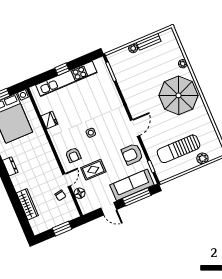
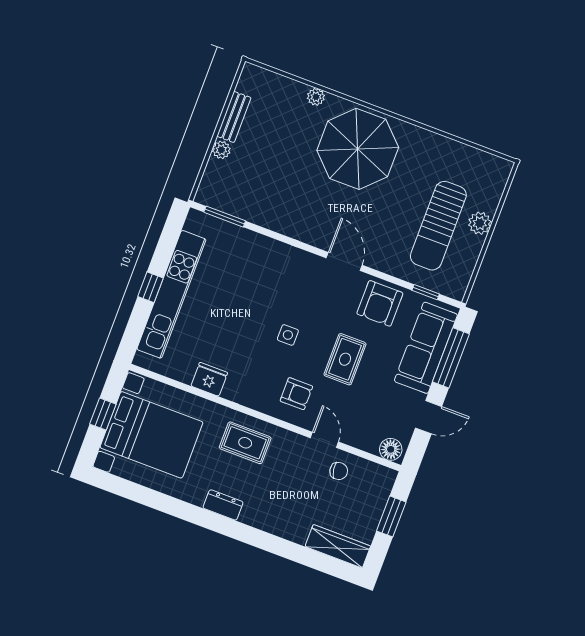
rug: (39, 154) -> (245, 443), added
plant: (202, 158) -> (480, 223), moved
rug: (93, 170) -> (345, 359), moved
floor lamp: (79, 193) -> (391, 449), moved
wardrobe: (27, 204) -> (338, 546), moved

